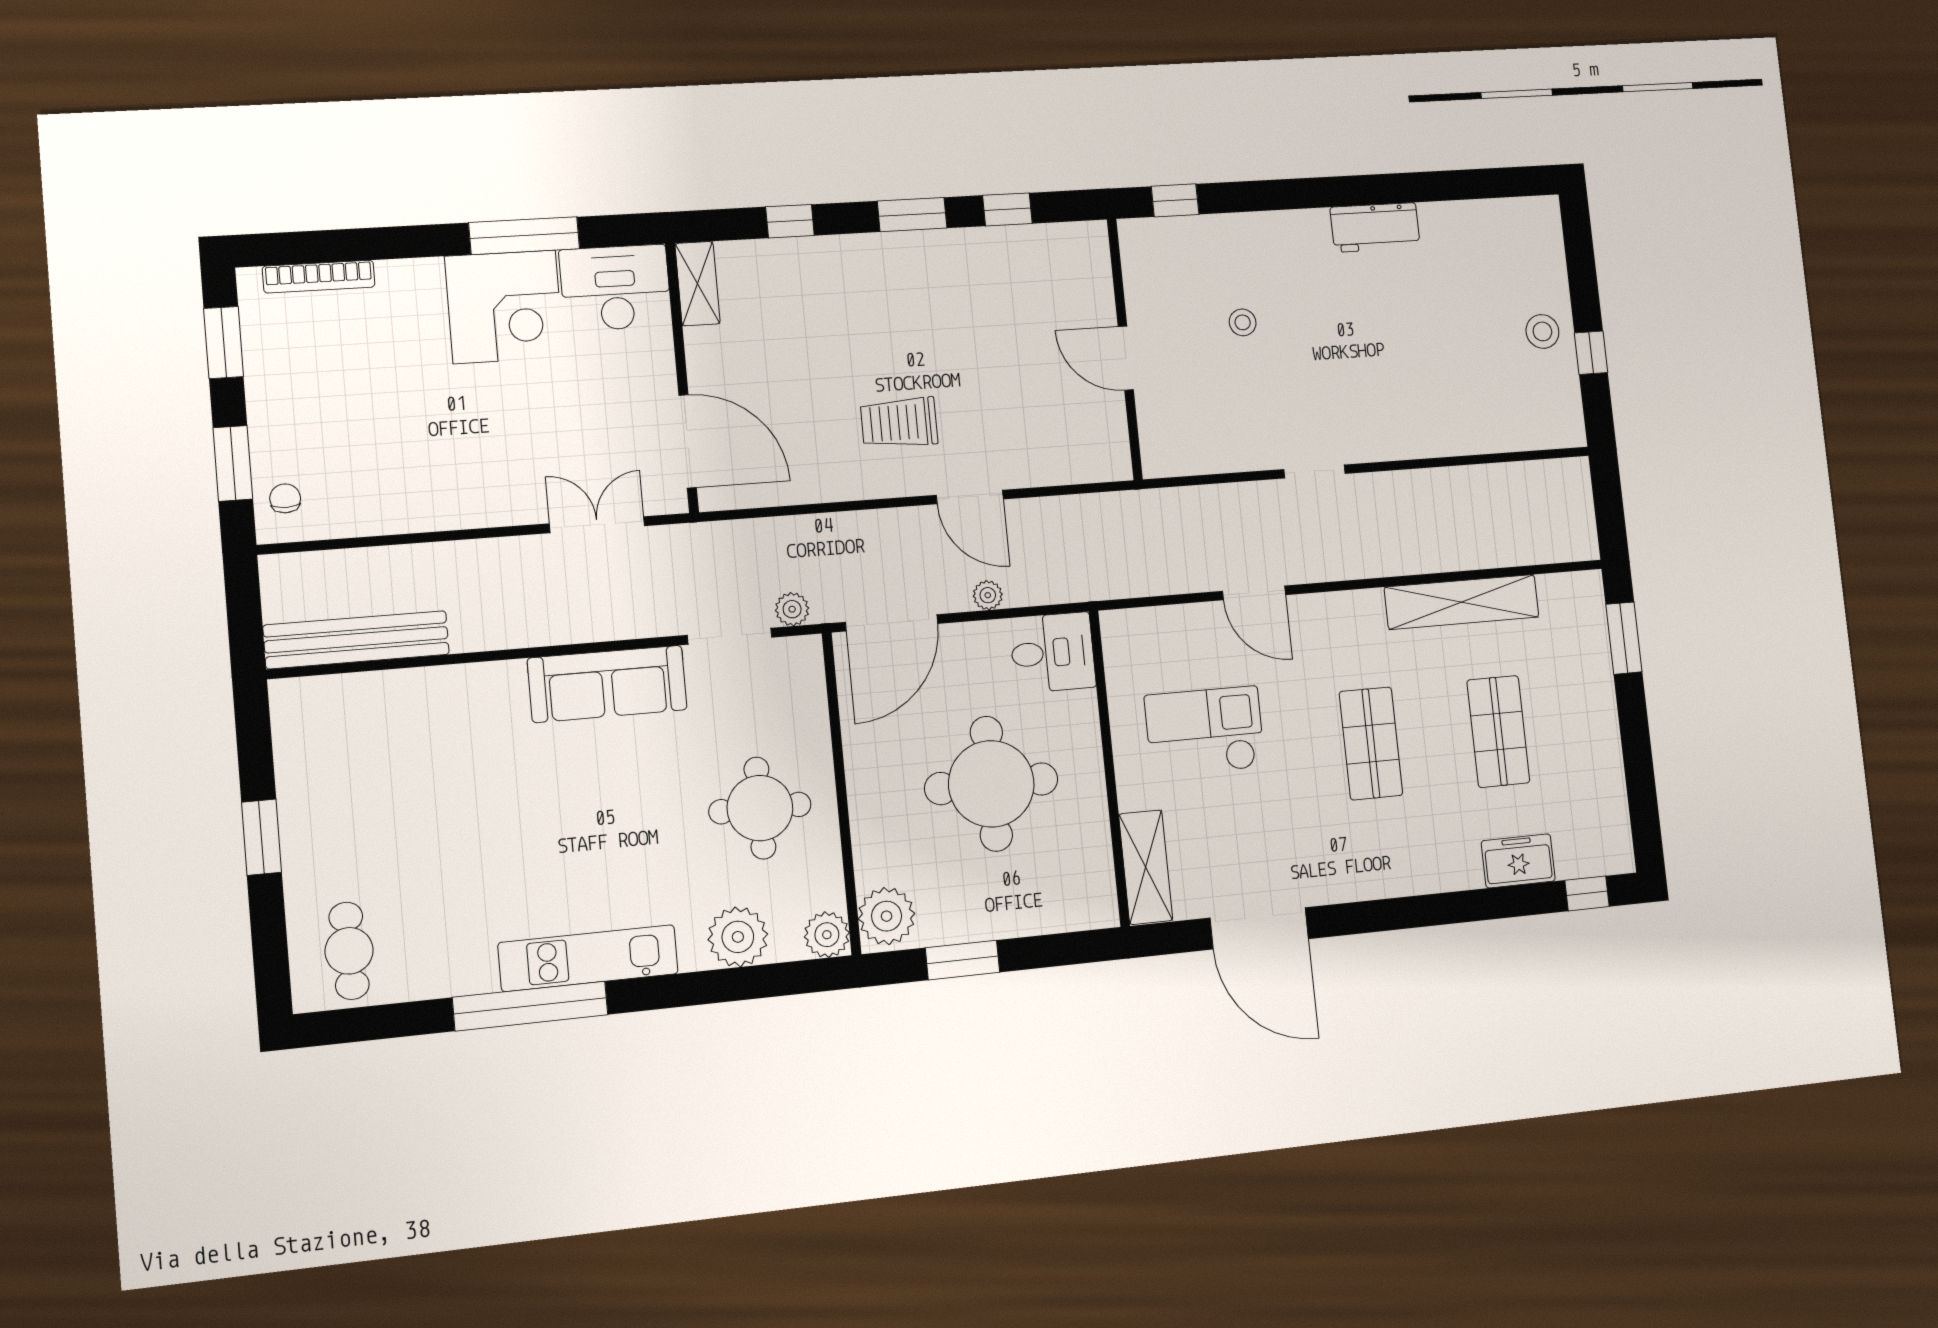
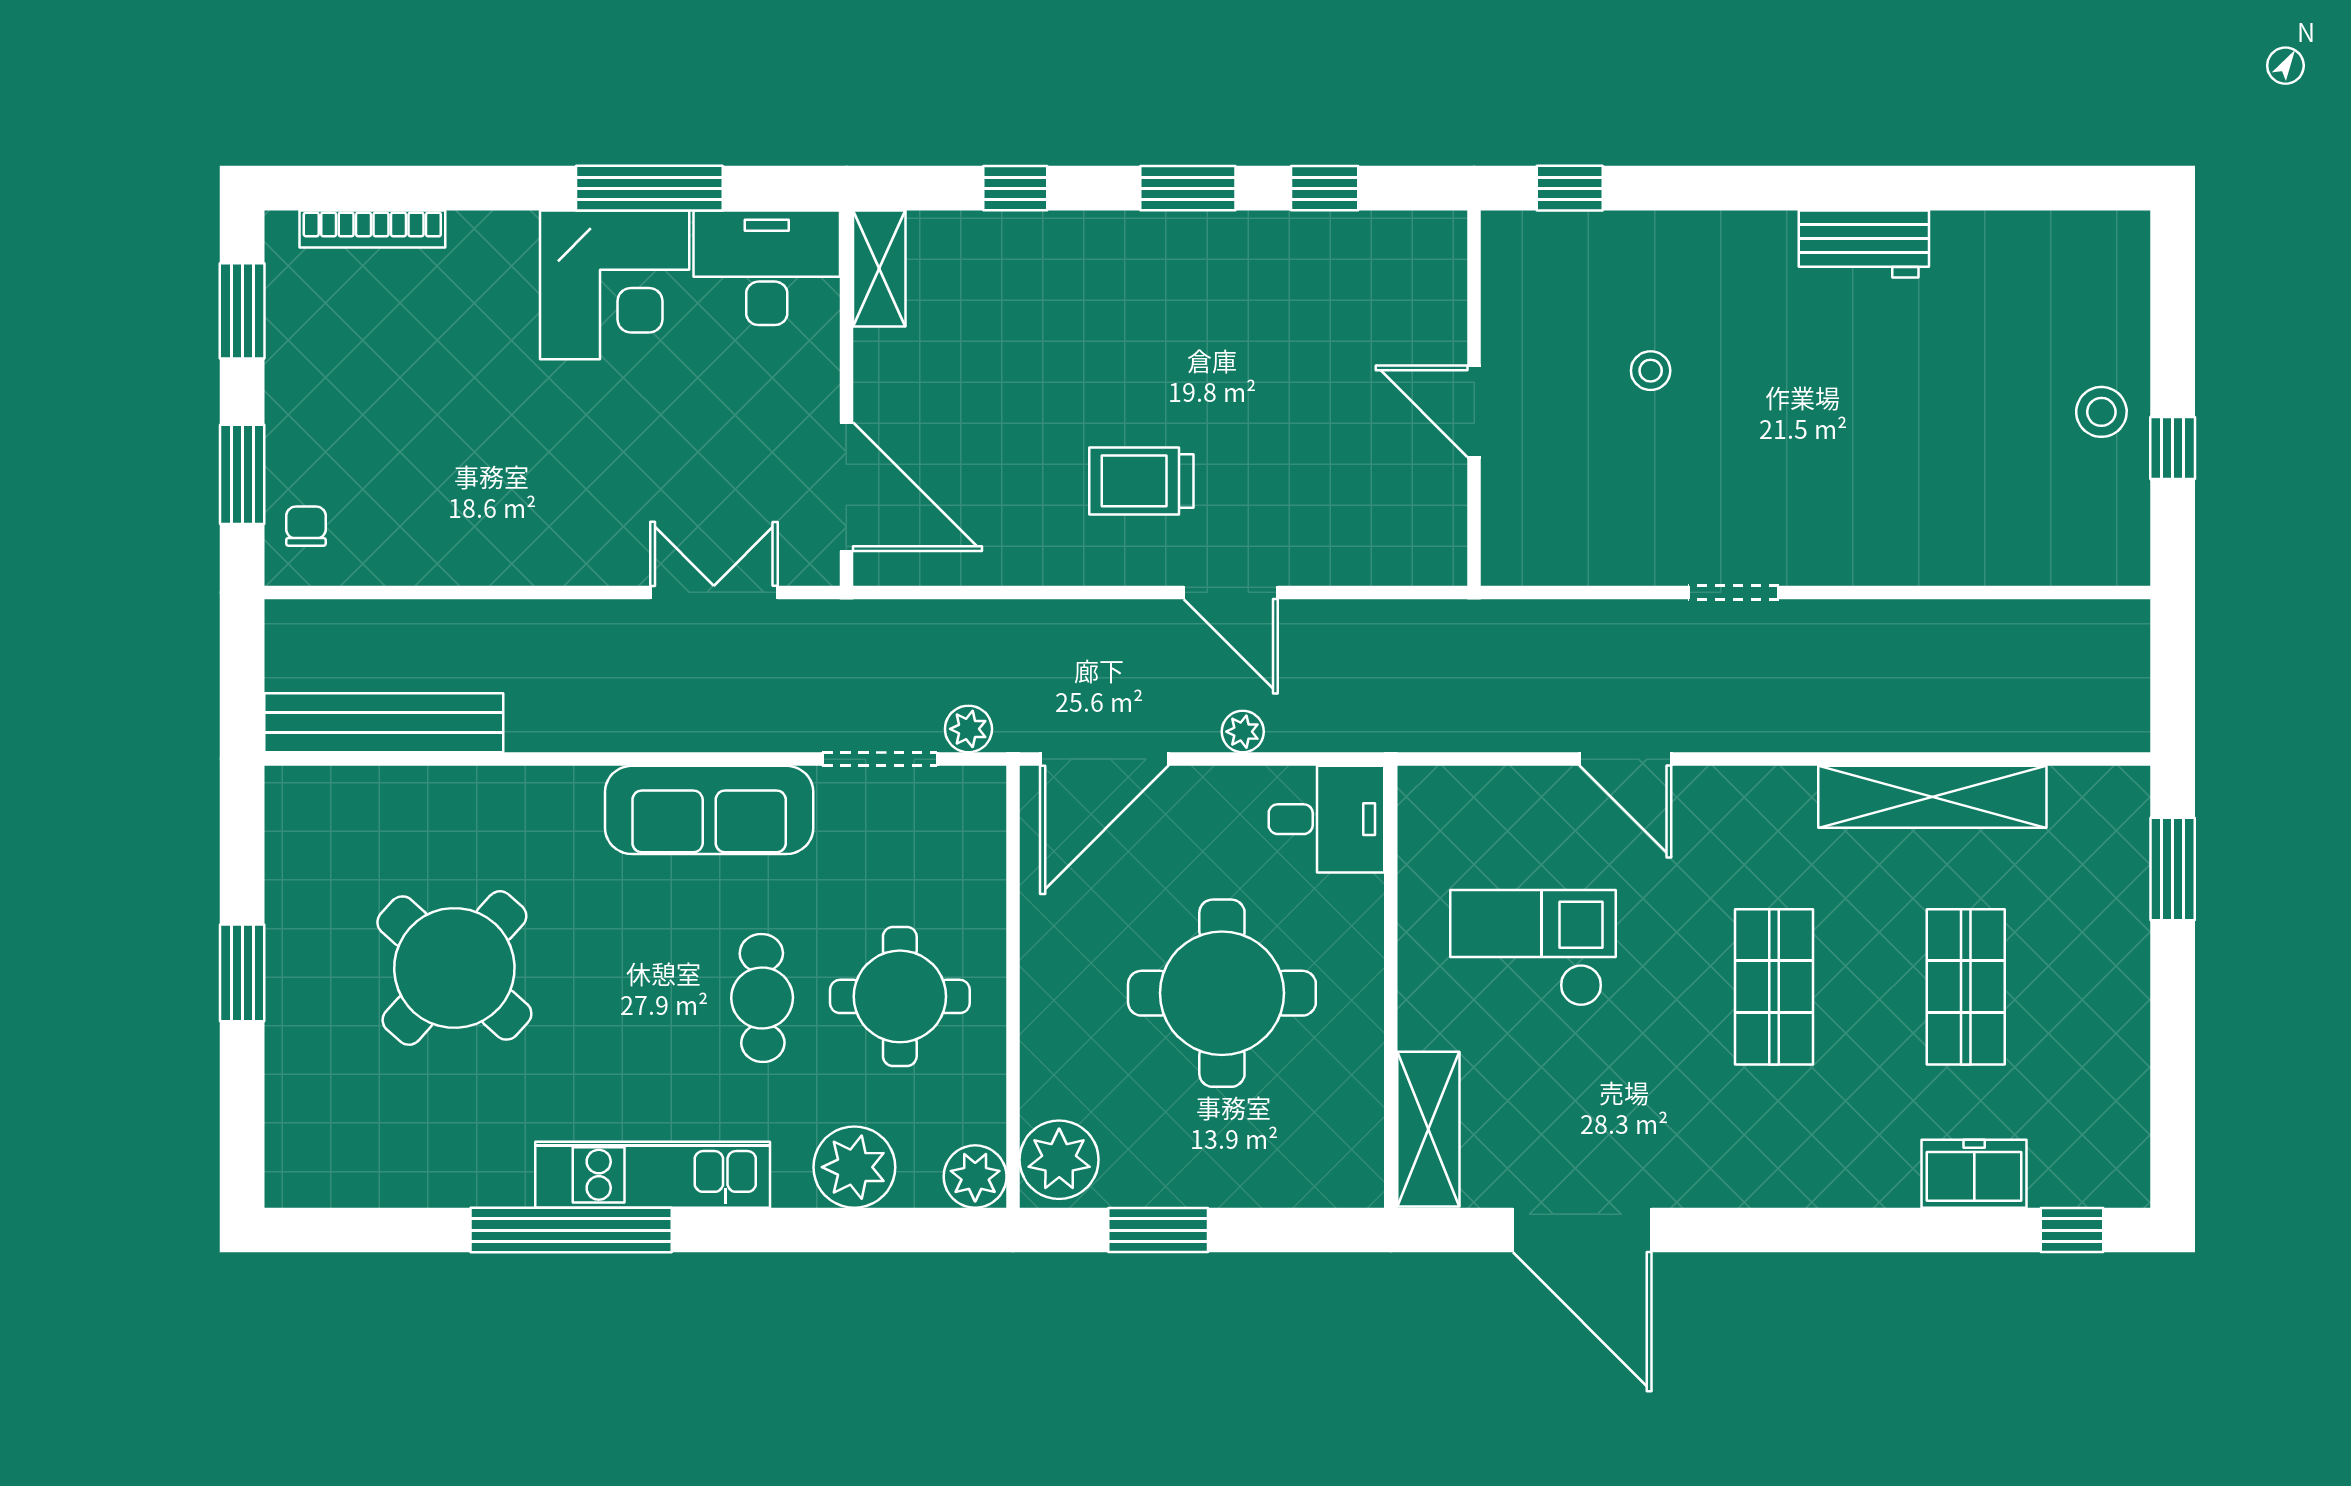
round table: (425, 818) -> (454, 968), added
cafe table: (349, 951) -> (762, 998), moved

